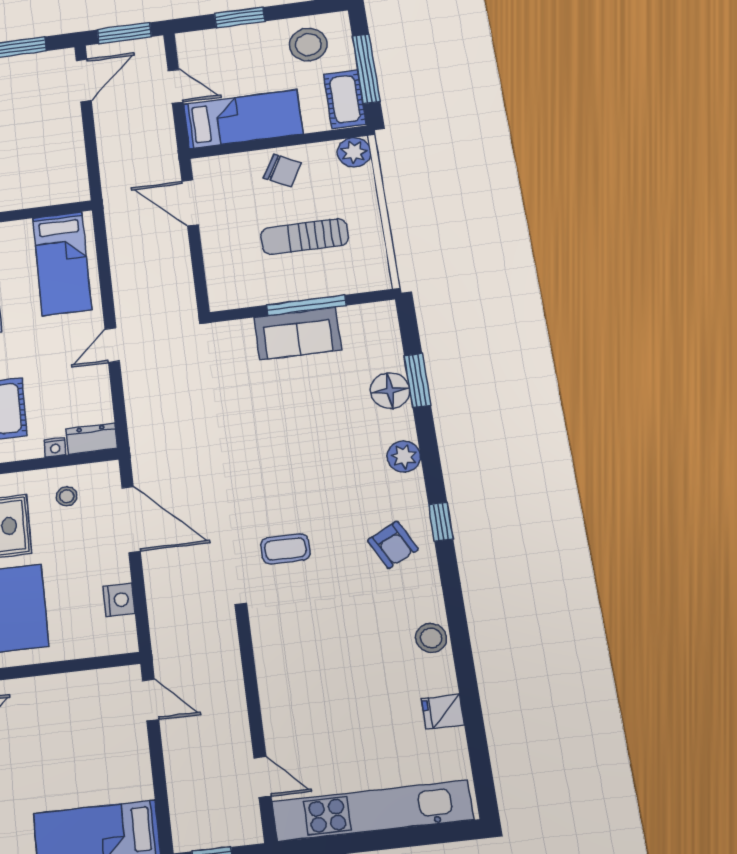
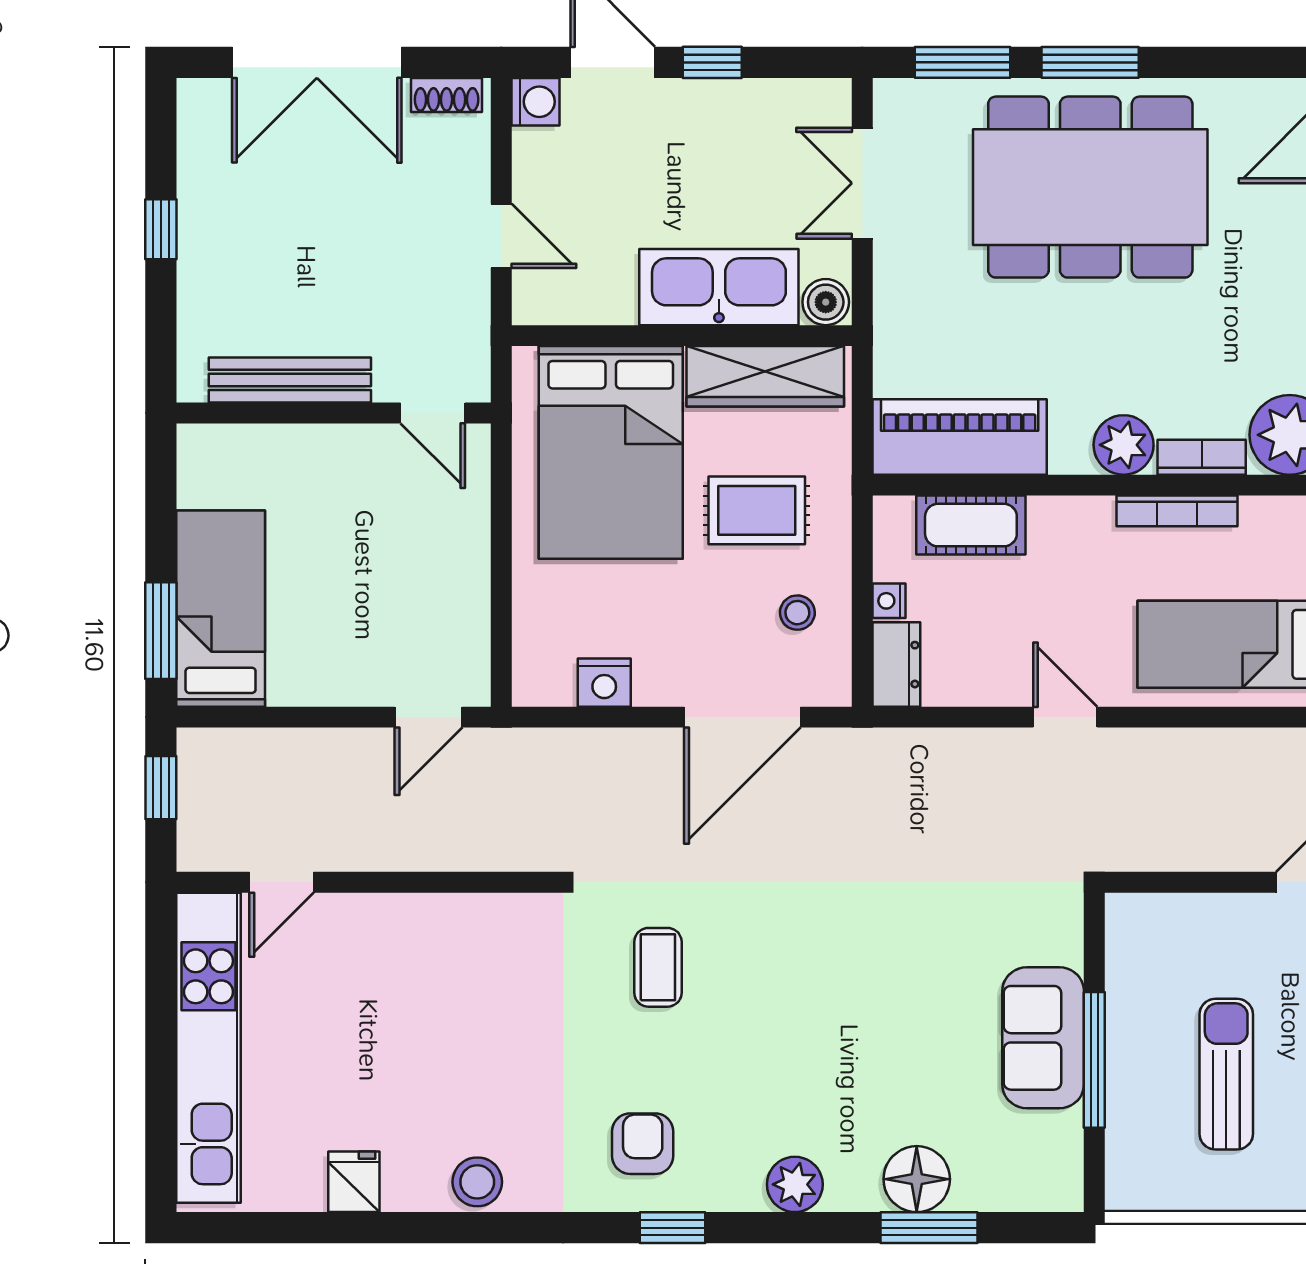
armchair: (393, 545) -> (643, 1144), turned 117

